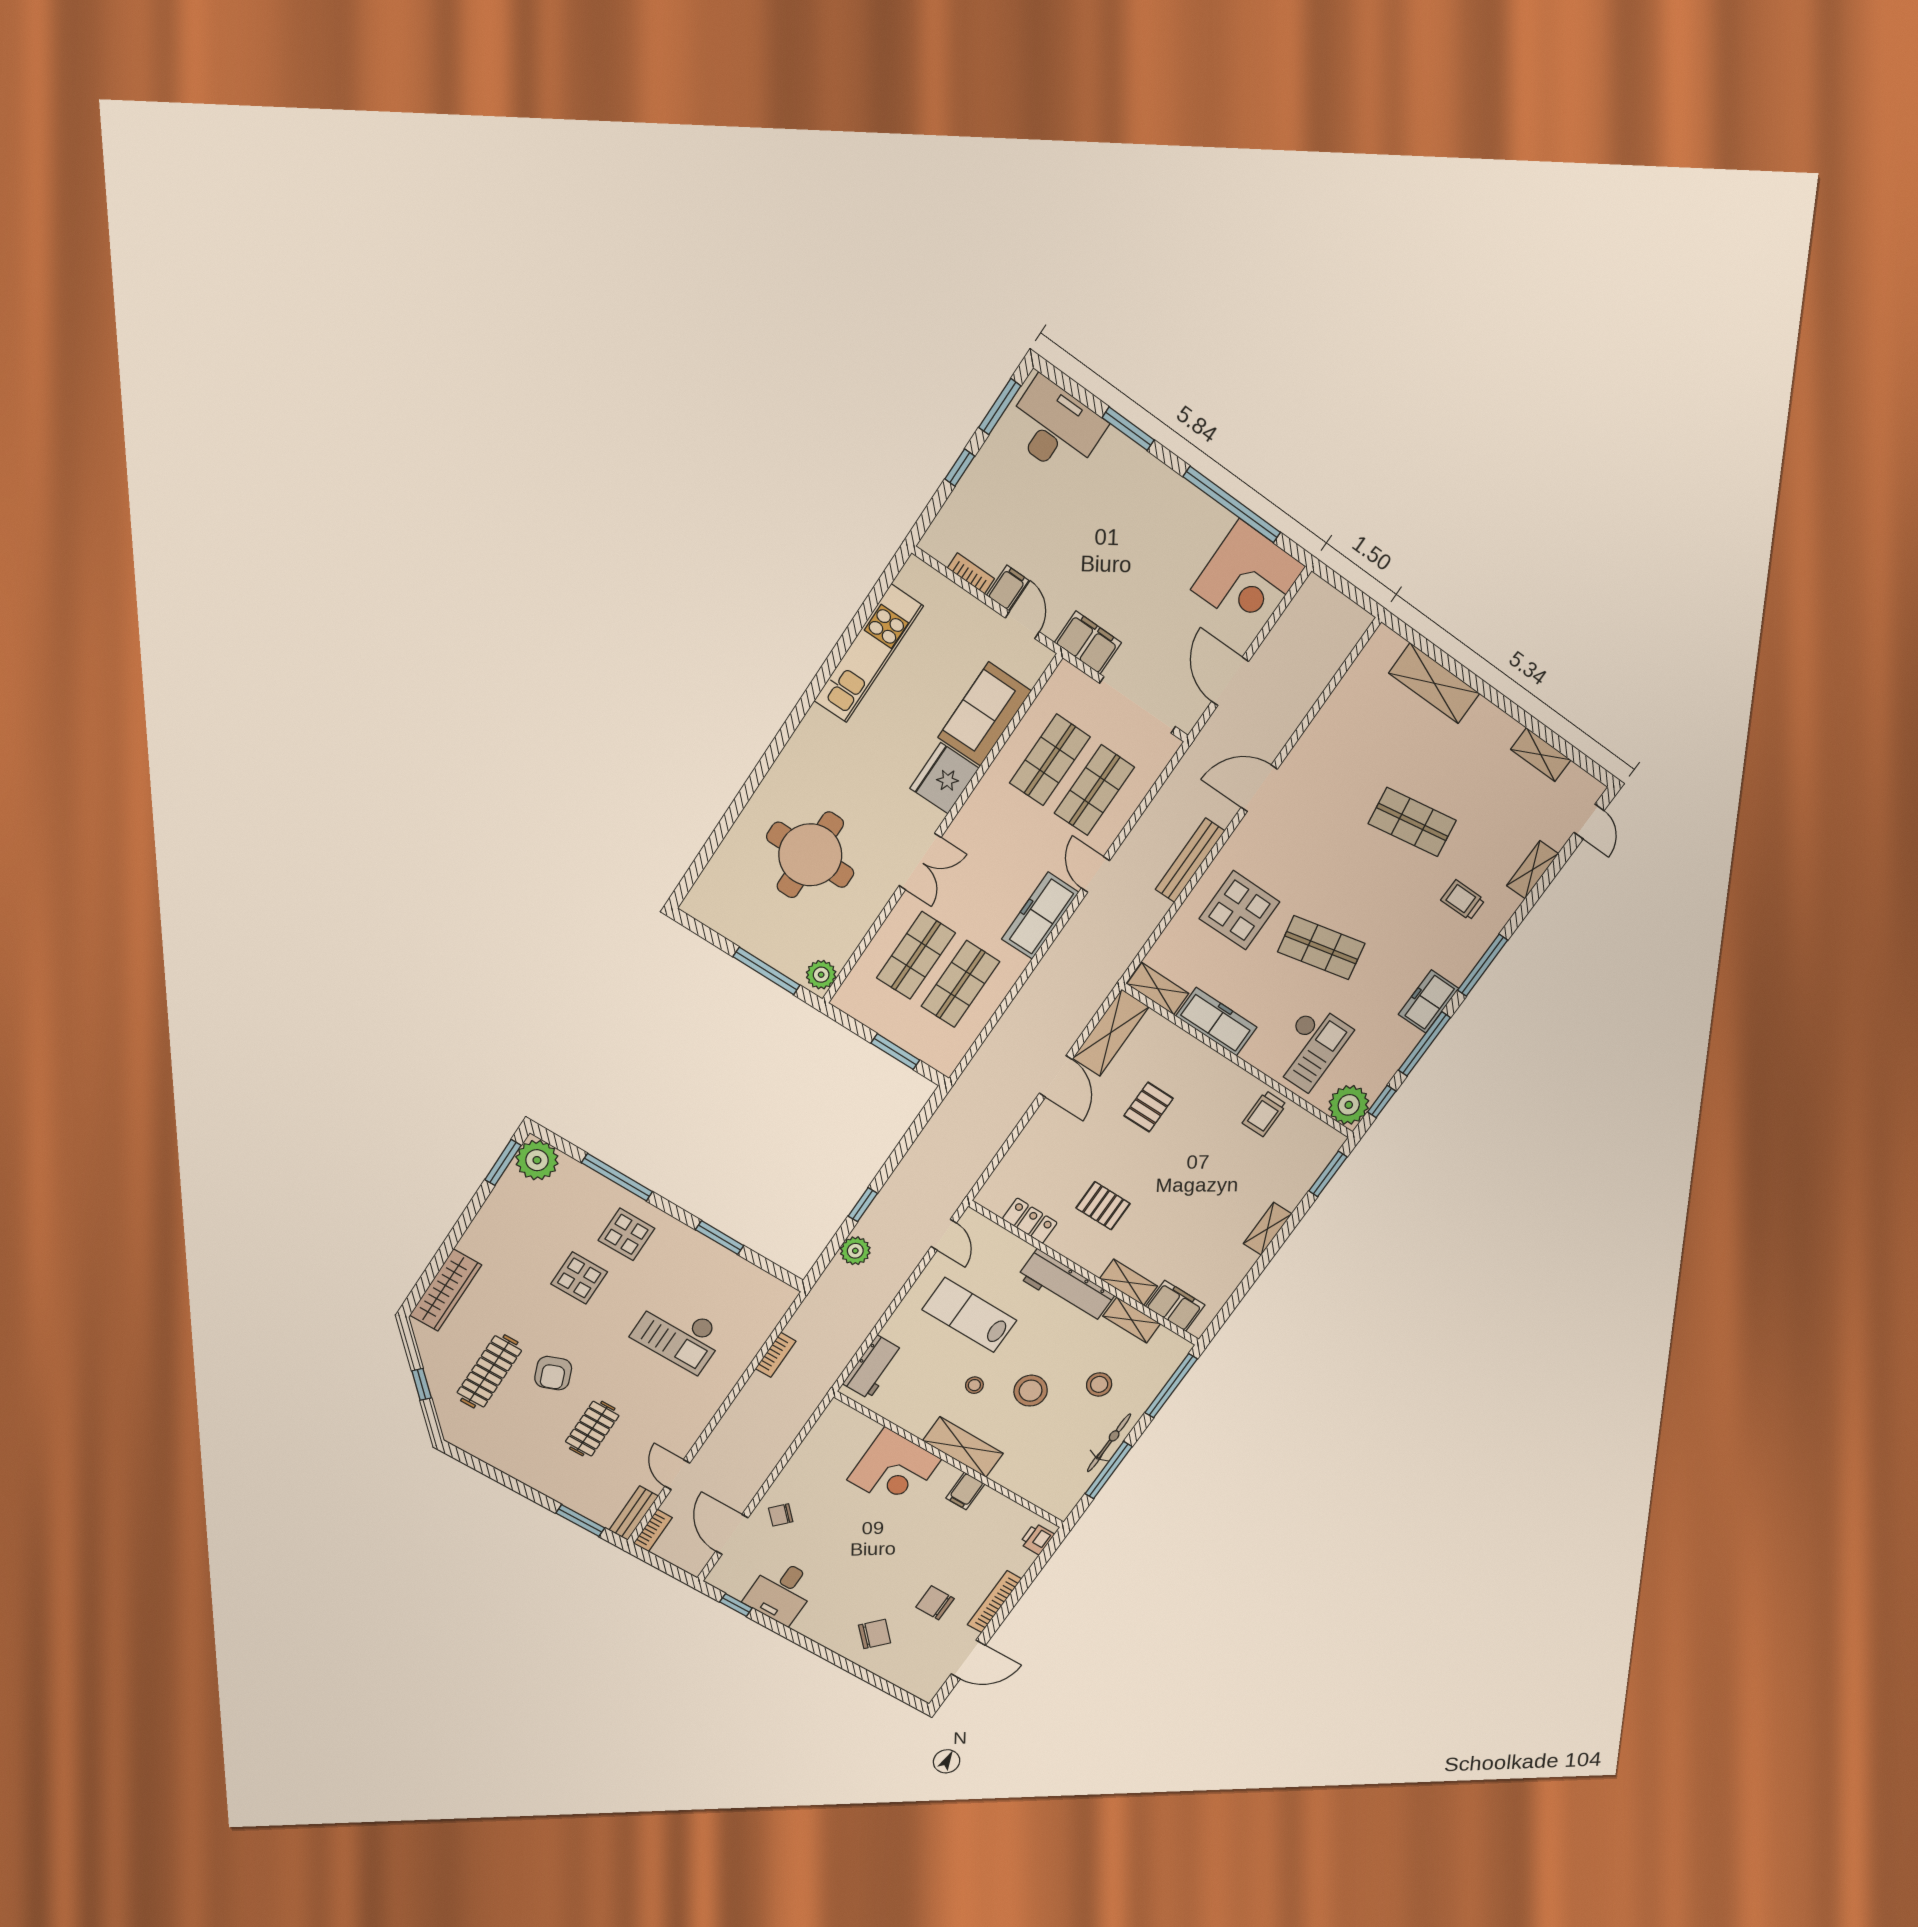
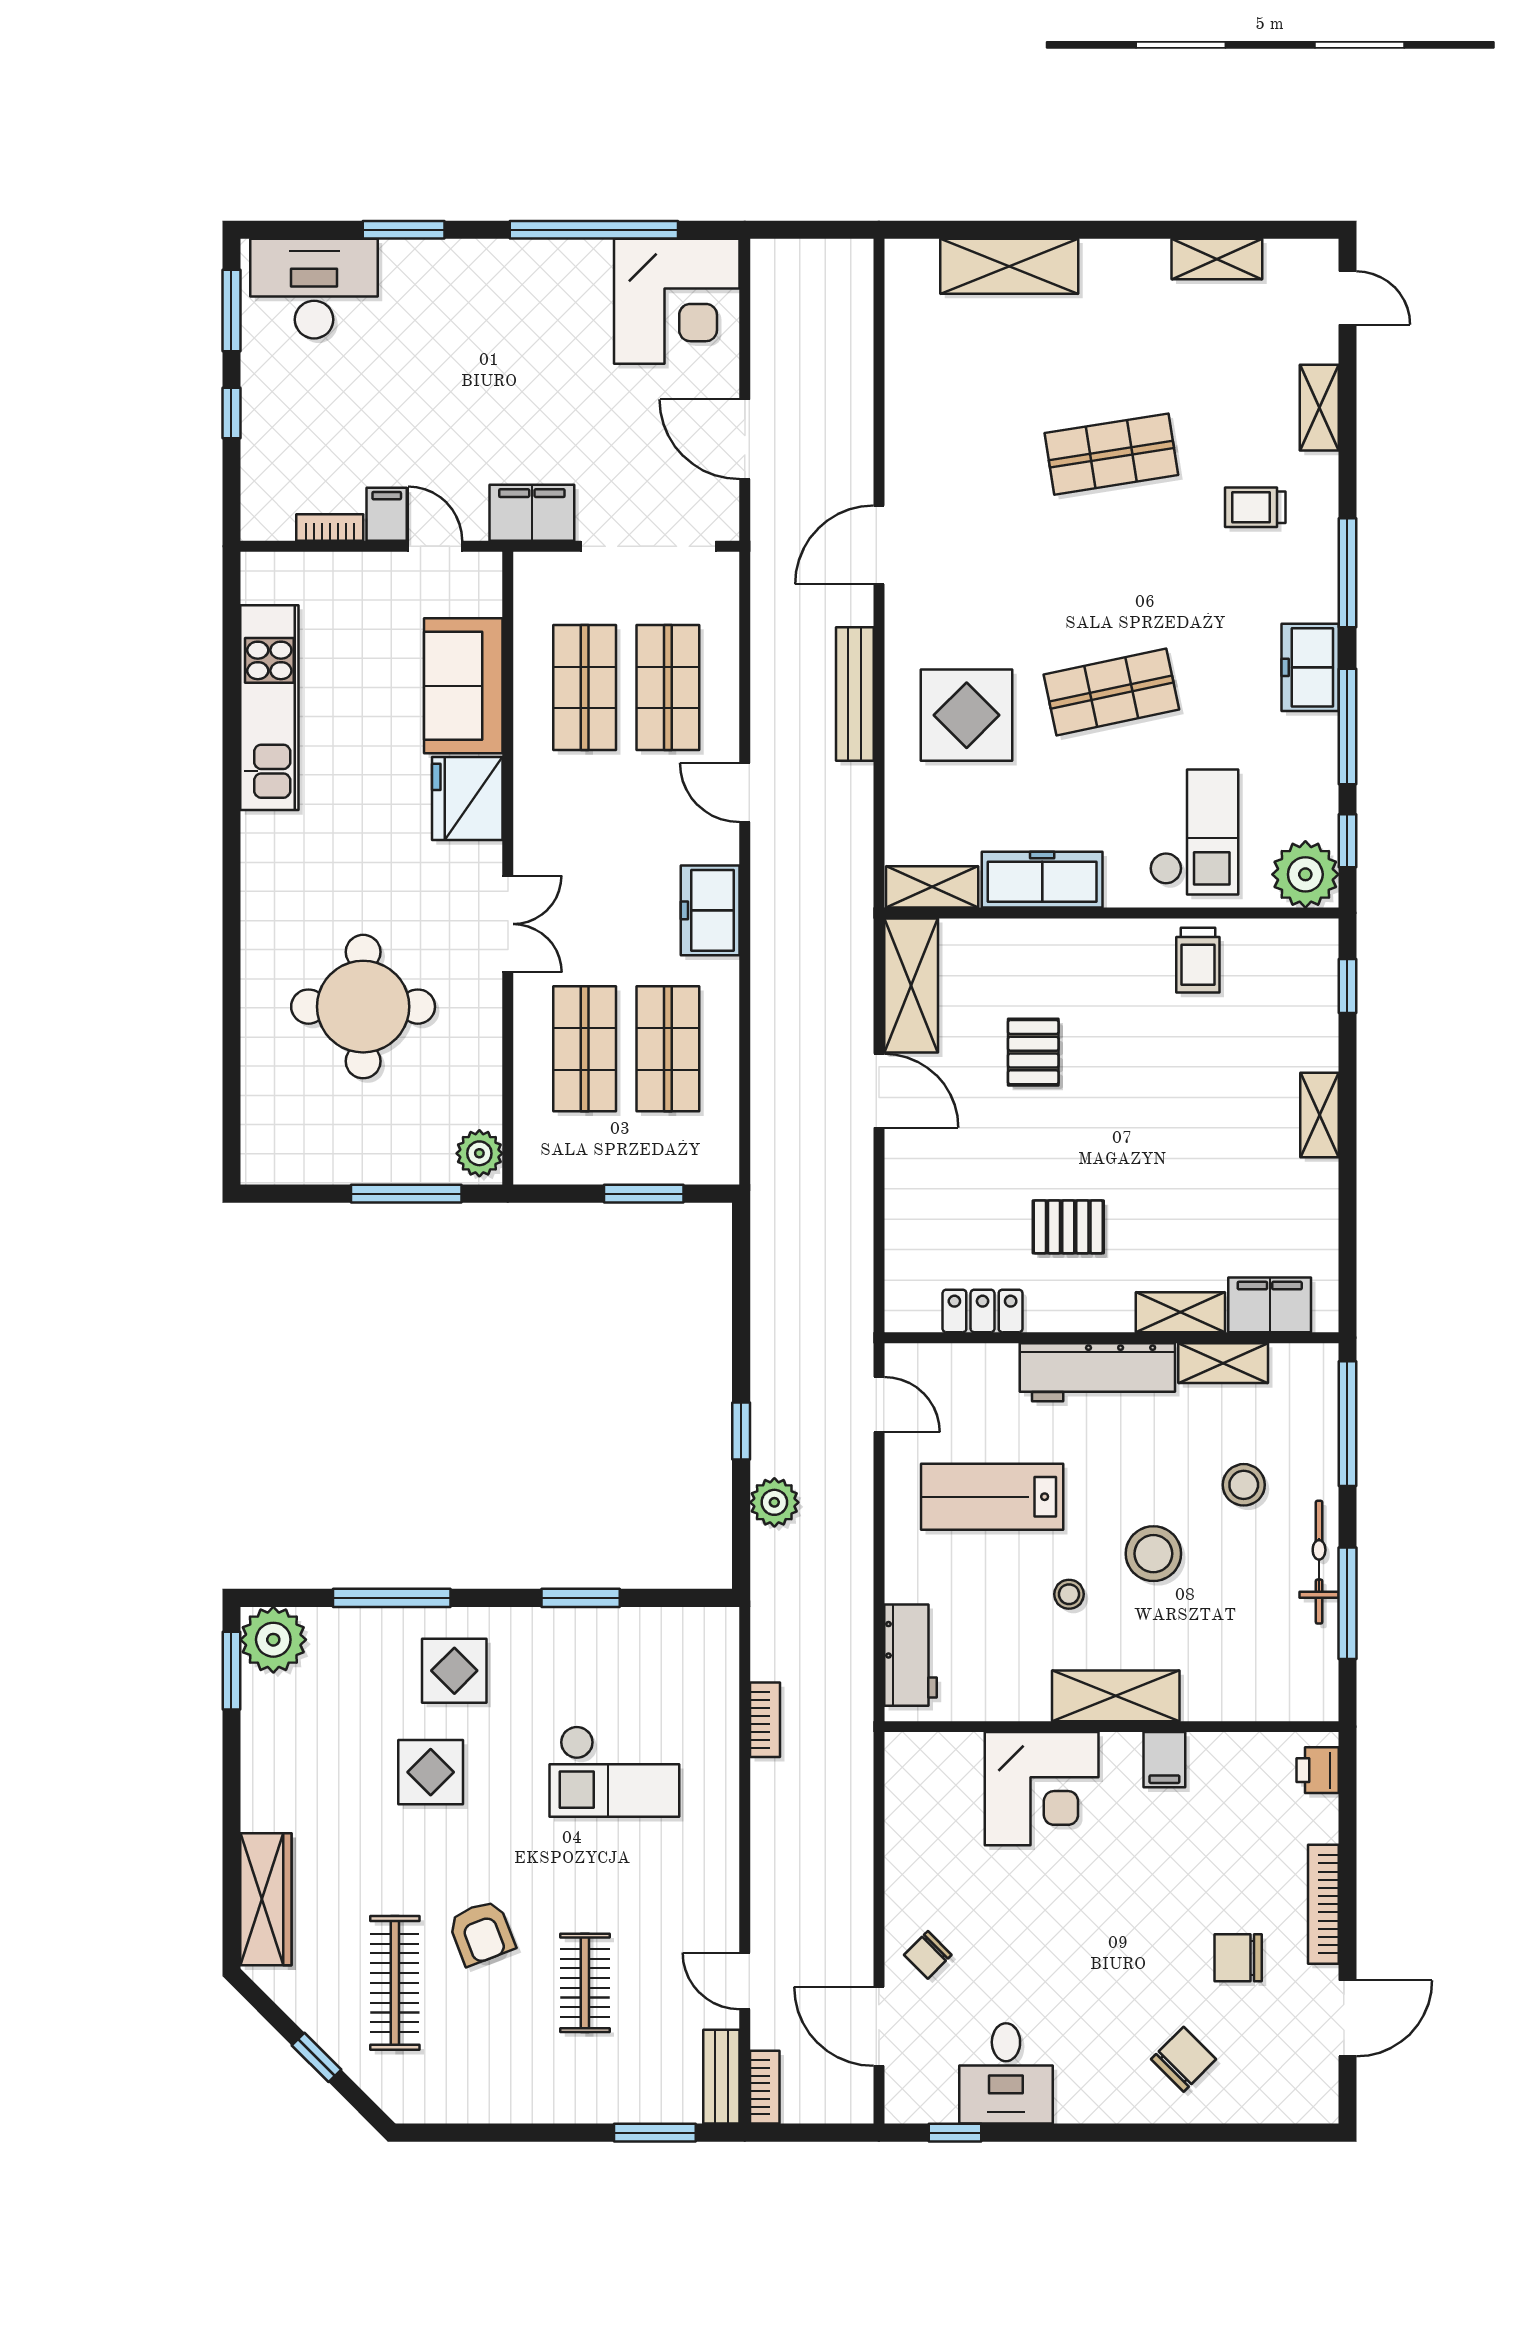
freezer: (1040, 916) -> (710, 910), width x0.71
window: (1328, 1174) -> (1347, 986), width x0.67

